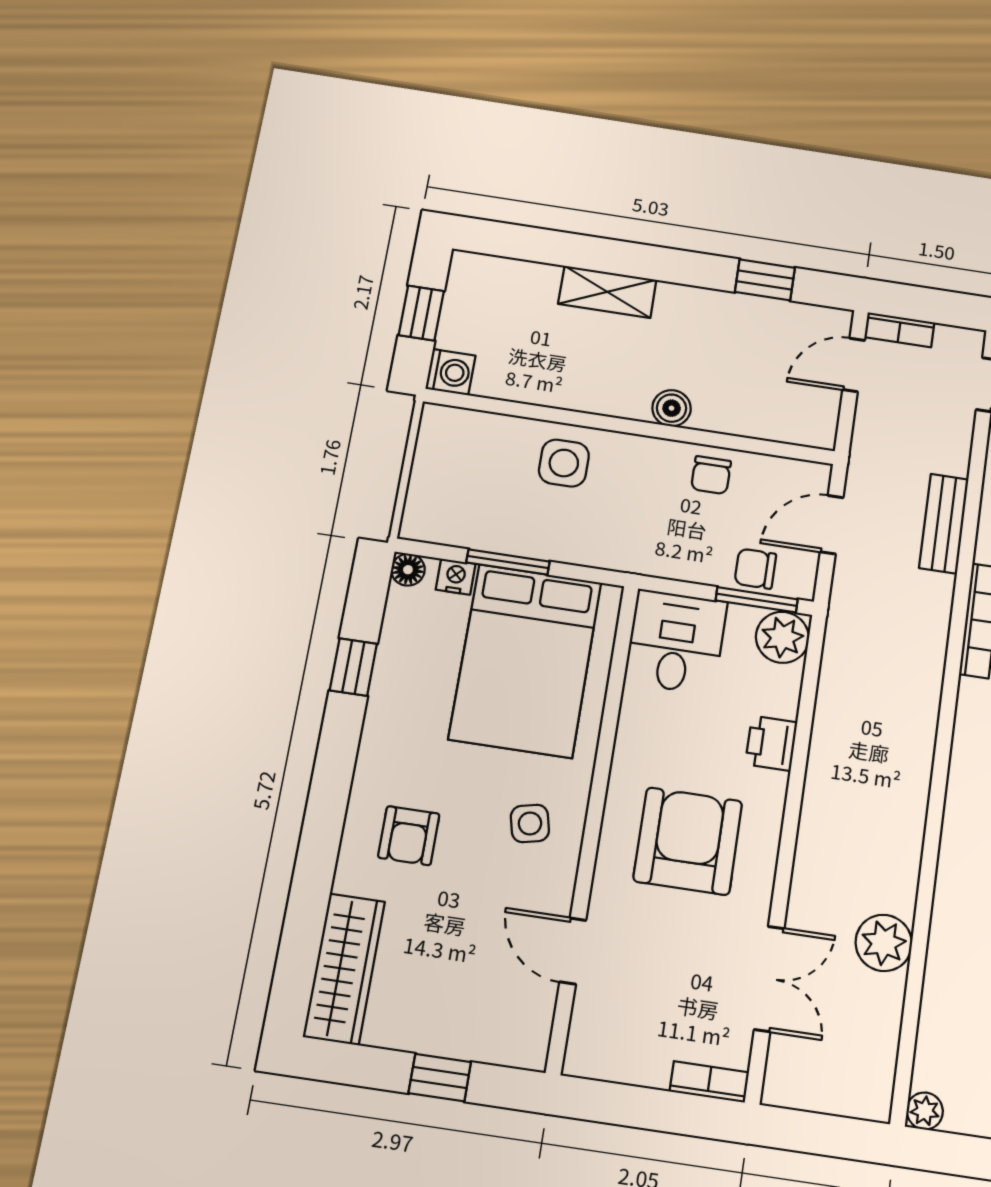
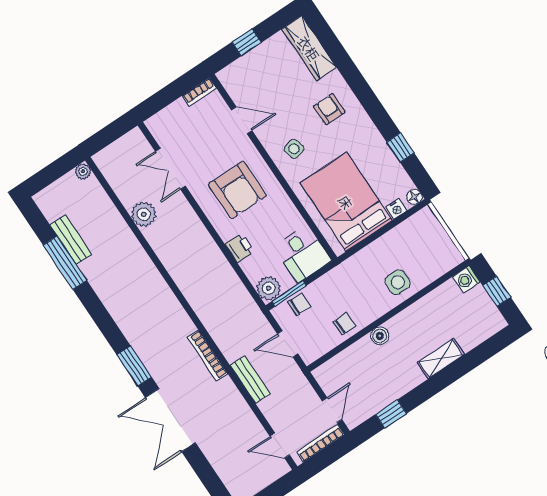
bookcase: (899, 330) -> (320, 443), width x1.56
chair: (711, 475) -> (344, 324), turned 90
door: (832, 525) -> (288, 344), swing flipped
window: (508, 562) -> (384, 230), removed
bookcase: (709, 1082) -> (199, 92), moved

